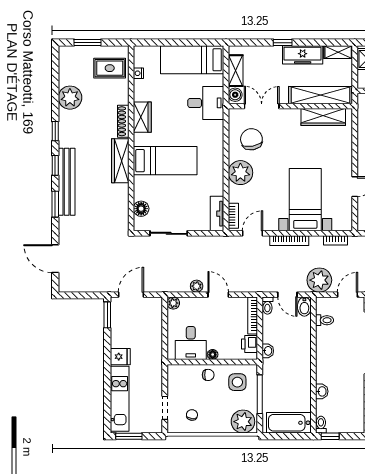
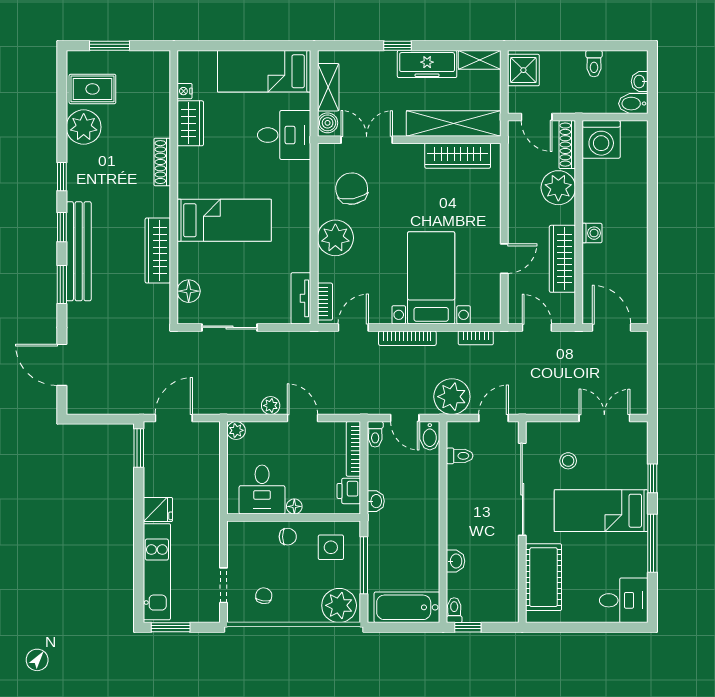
rug: (110, 68) -> (92, 89), moved
wardrobe: (142, 117) -> (190, 123), moved
wardrobe: (120, 161) -> (158, 250), moved

